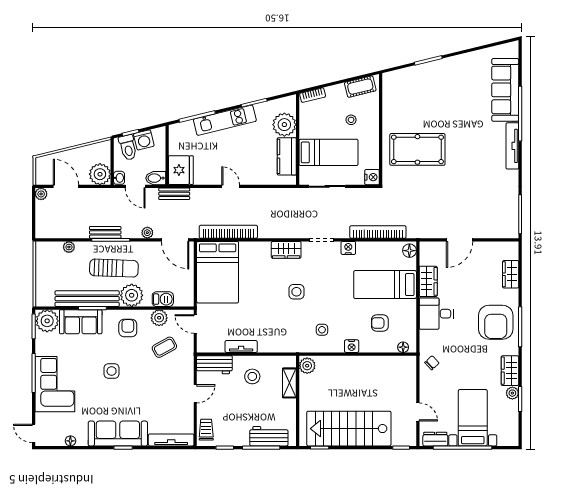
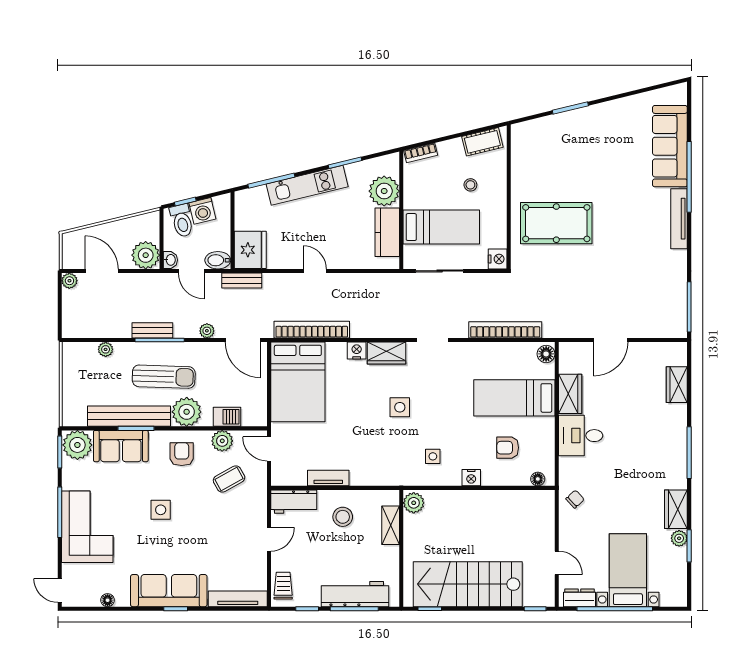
nightstand: (348, 248) -> (357, 351), moved
armchair: (496, 322) -> (658, 447), removed
workbench: (269, 436) -> (355, 594), width x1.38

